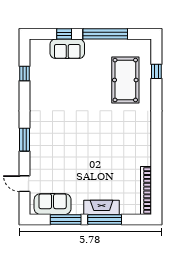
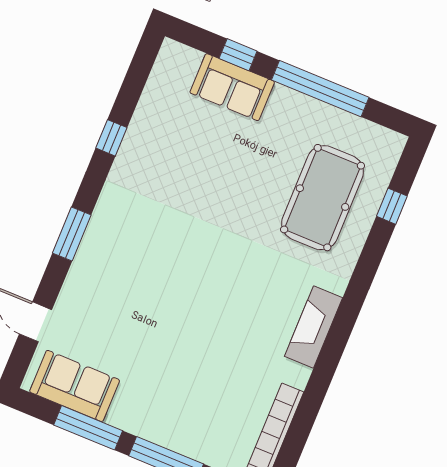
window: (25, 74) -> (111, 138), moved
fireplace: (102, 207) -> (314, 327), moved, turned -90

